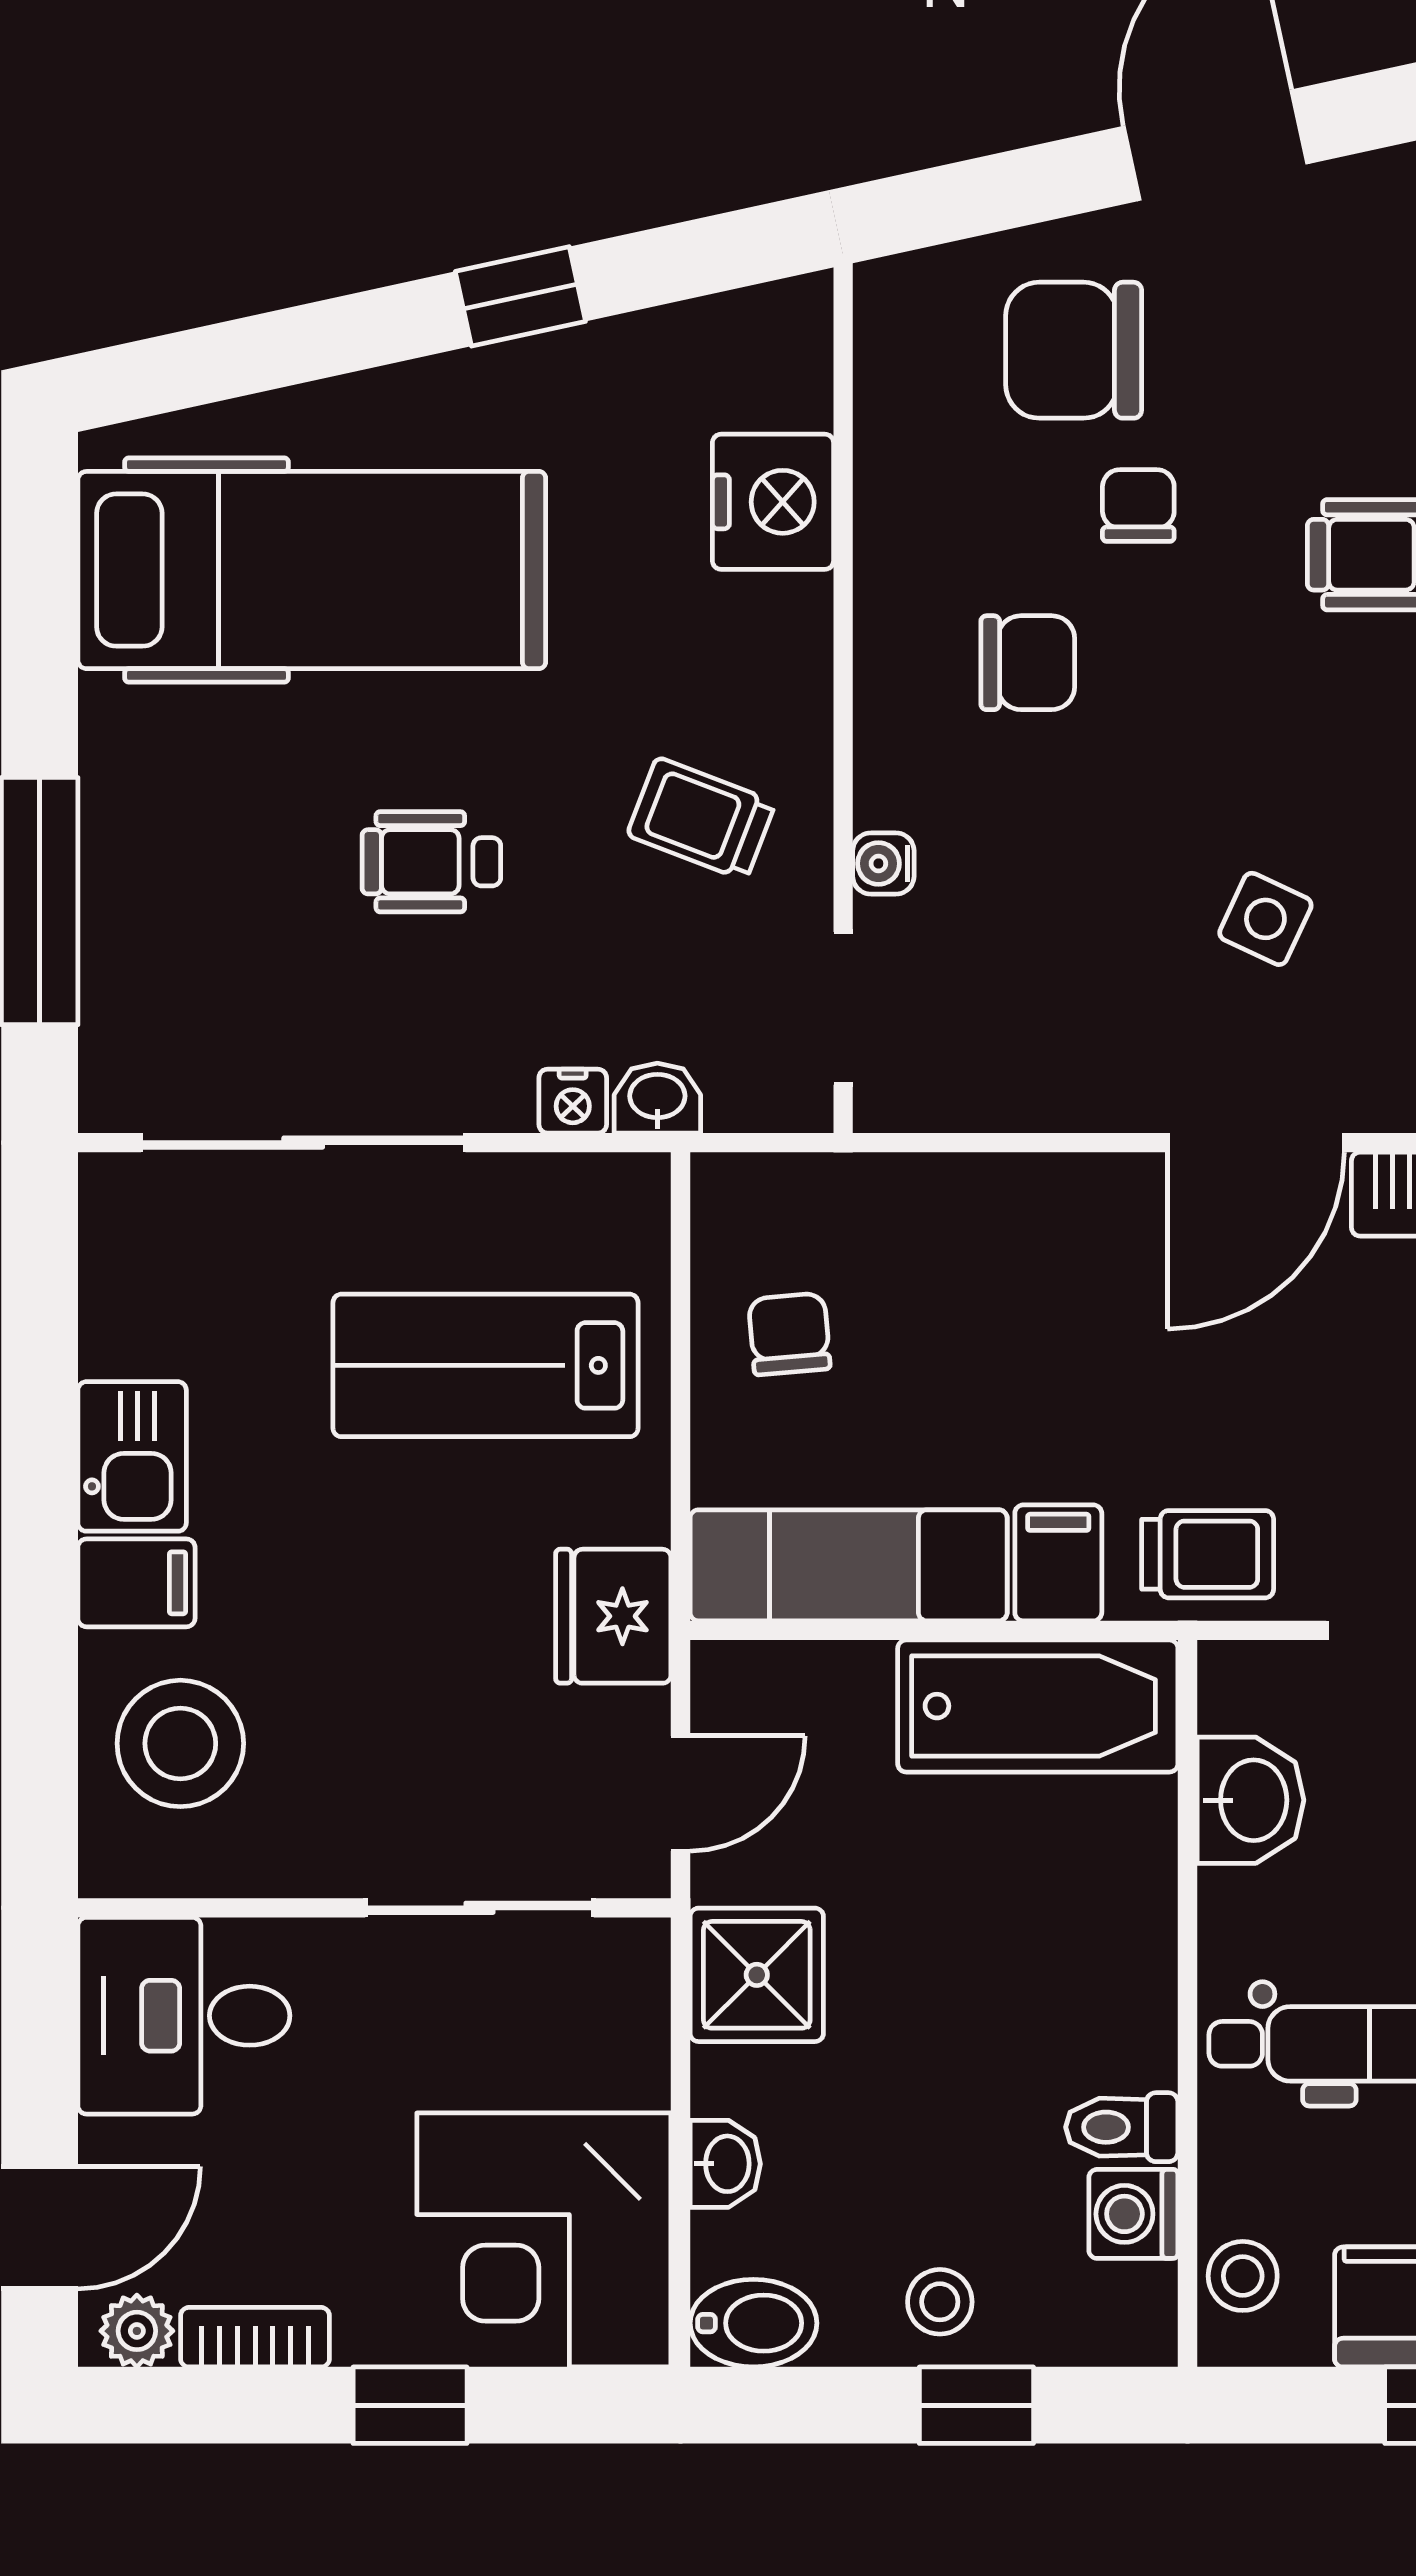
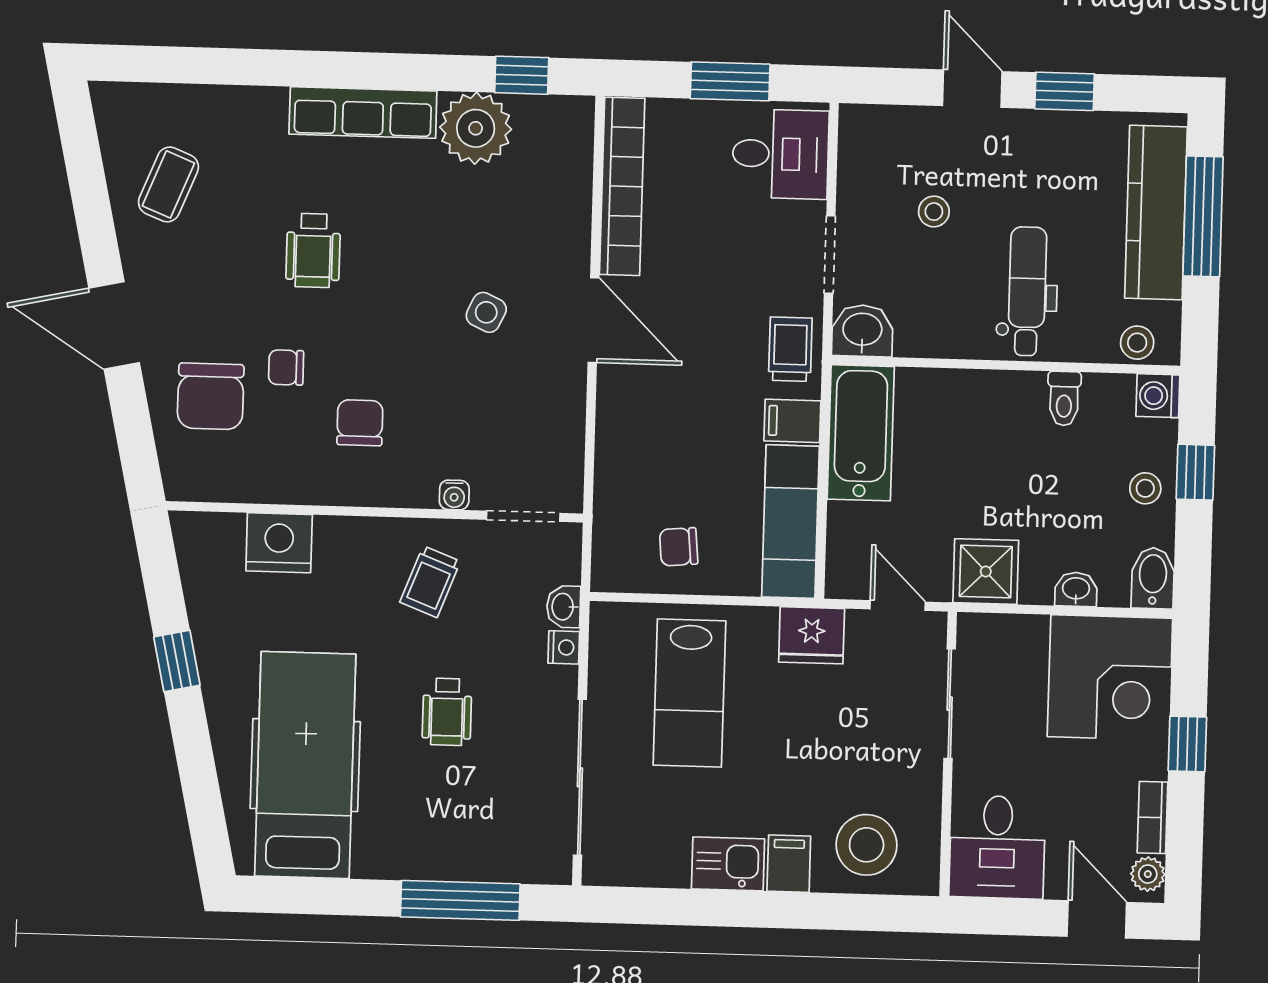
washbasin: (1250, 1800) -> (862, 331), moved
washing machine: (1133, 2214) -> (1158, 396), moved, turned 90

